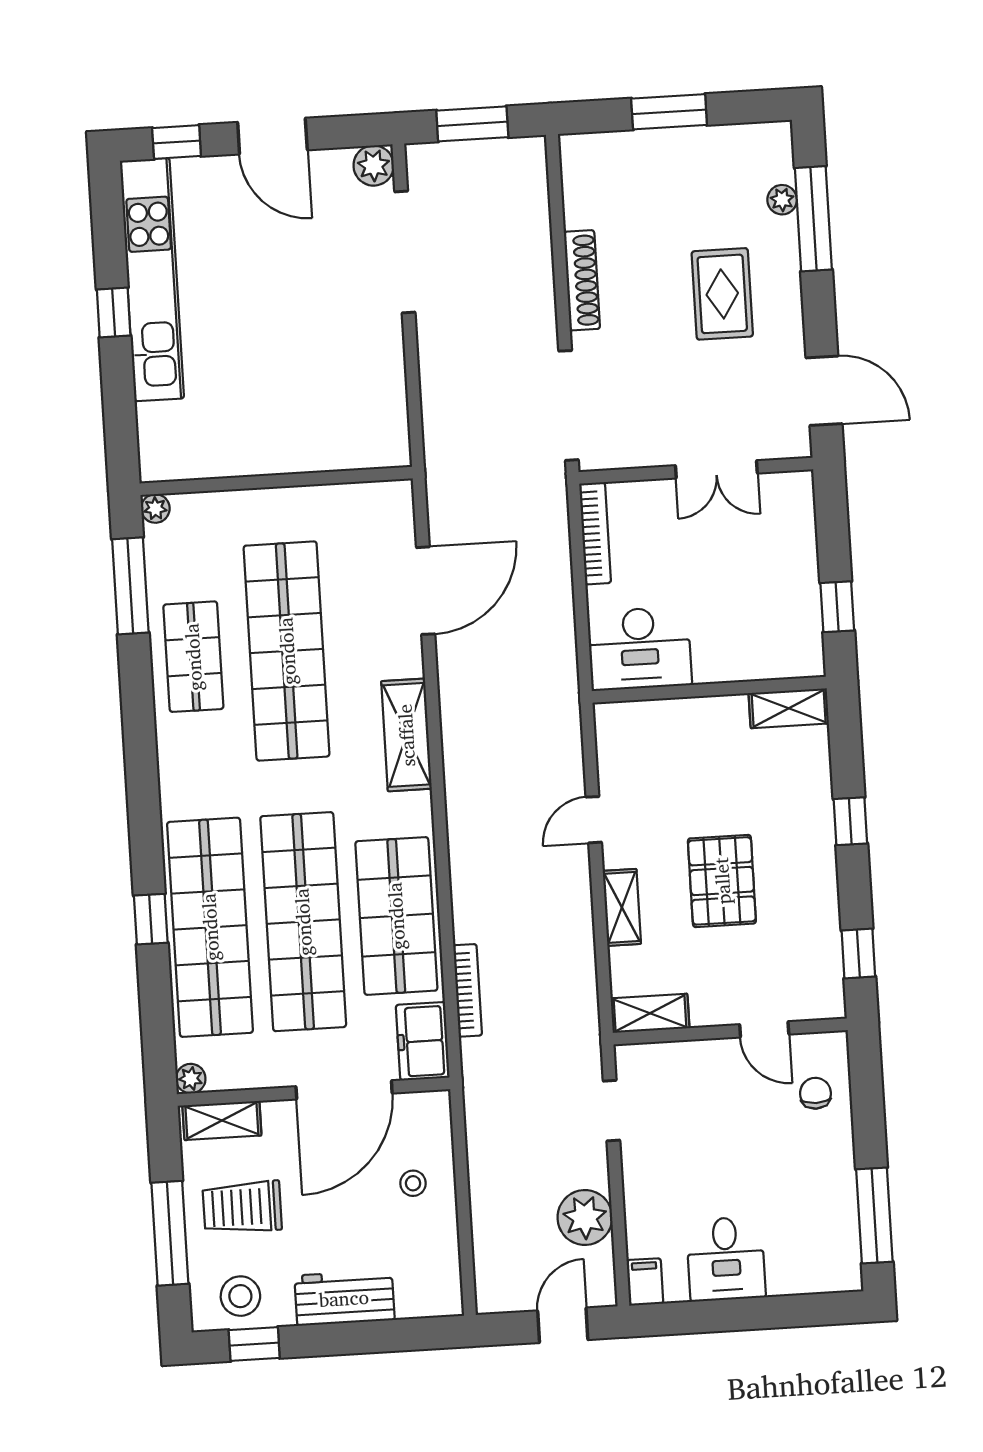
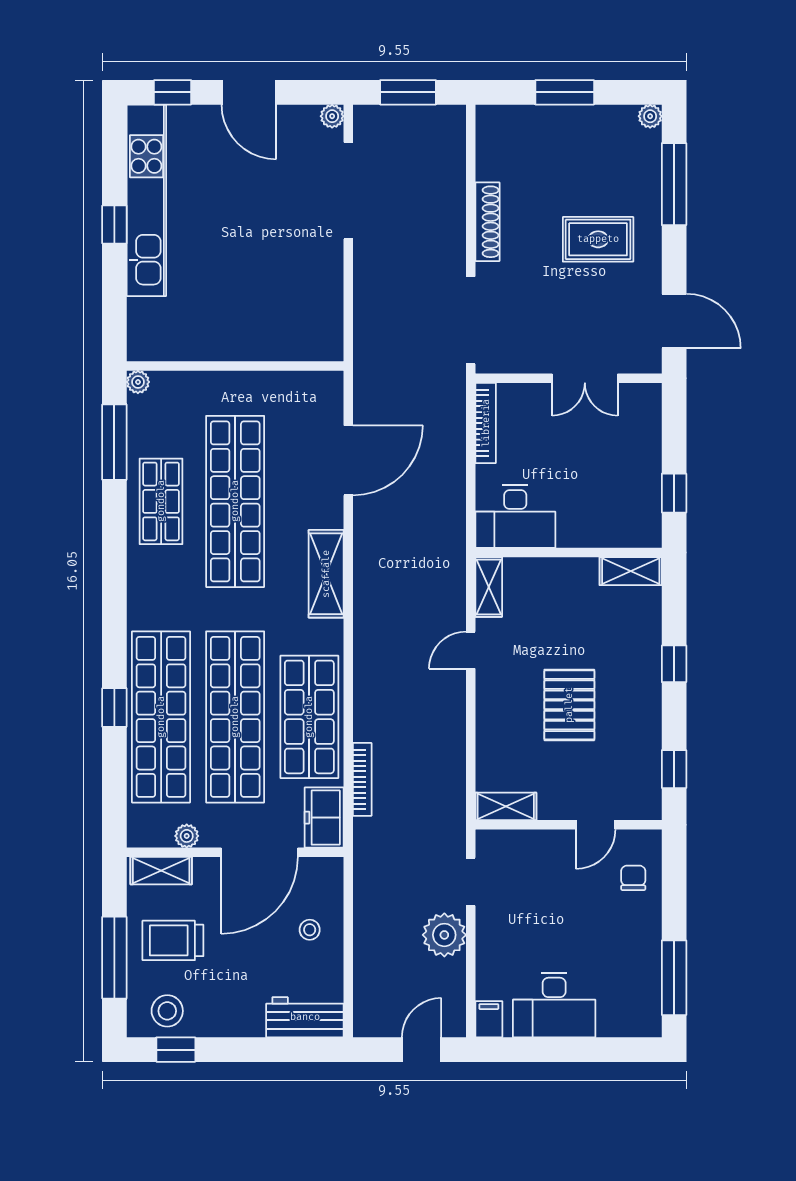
plant: (374, 166) -> (332, 116), width x0.73, depth x0.73
plant: (782, 200) -> (650, 116), moved
rug: (722, 294) -> (598, 239), turned 90
shelving: (622, 907) -> (489, 587), moved
door: (764, 1029) -> (596, 825), hinge flipped
plant: (191, 1079) -> (187, 836), moved
plant: (585, 1218) -> (444, 935), moved
desk: (726, 1259) -> (554, 1005), width x1.37
workbench: (344, 1298) -> (305, 1017), moved

